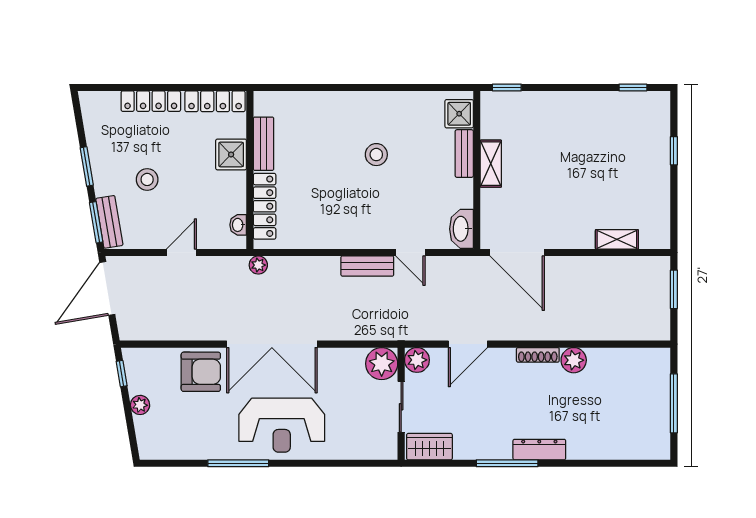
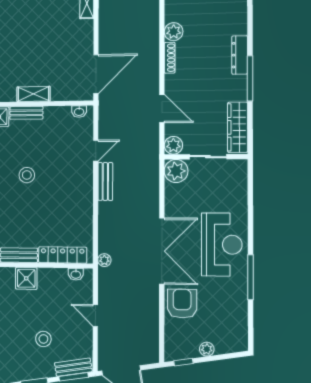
washbasin: (461, 229) -> (79, 112), width x0.52, depth x0.69
wardrobe: (429, 447) -> (238, 127), width x1.50

